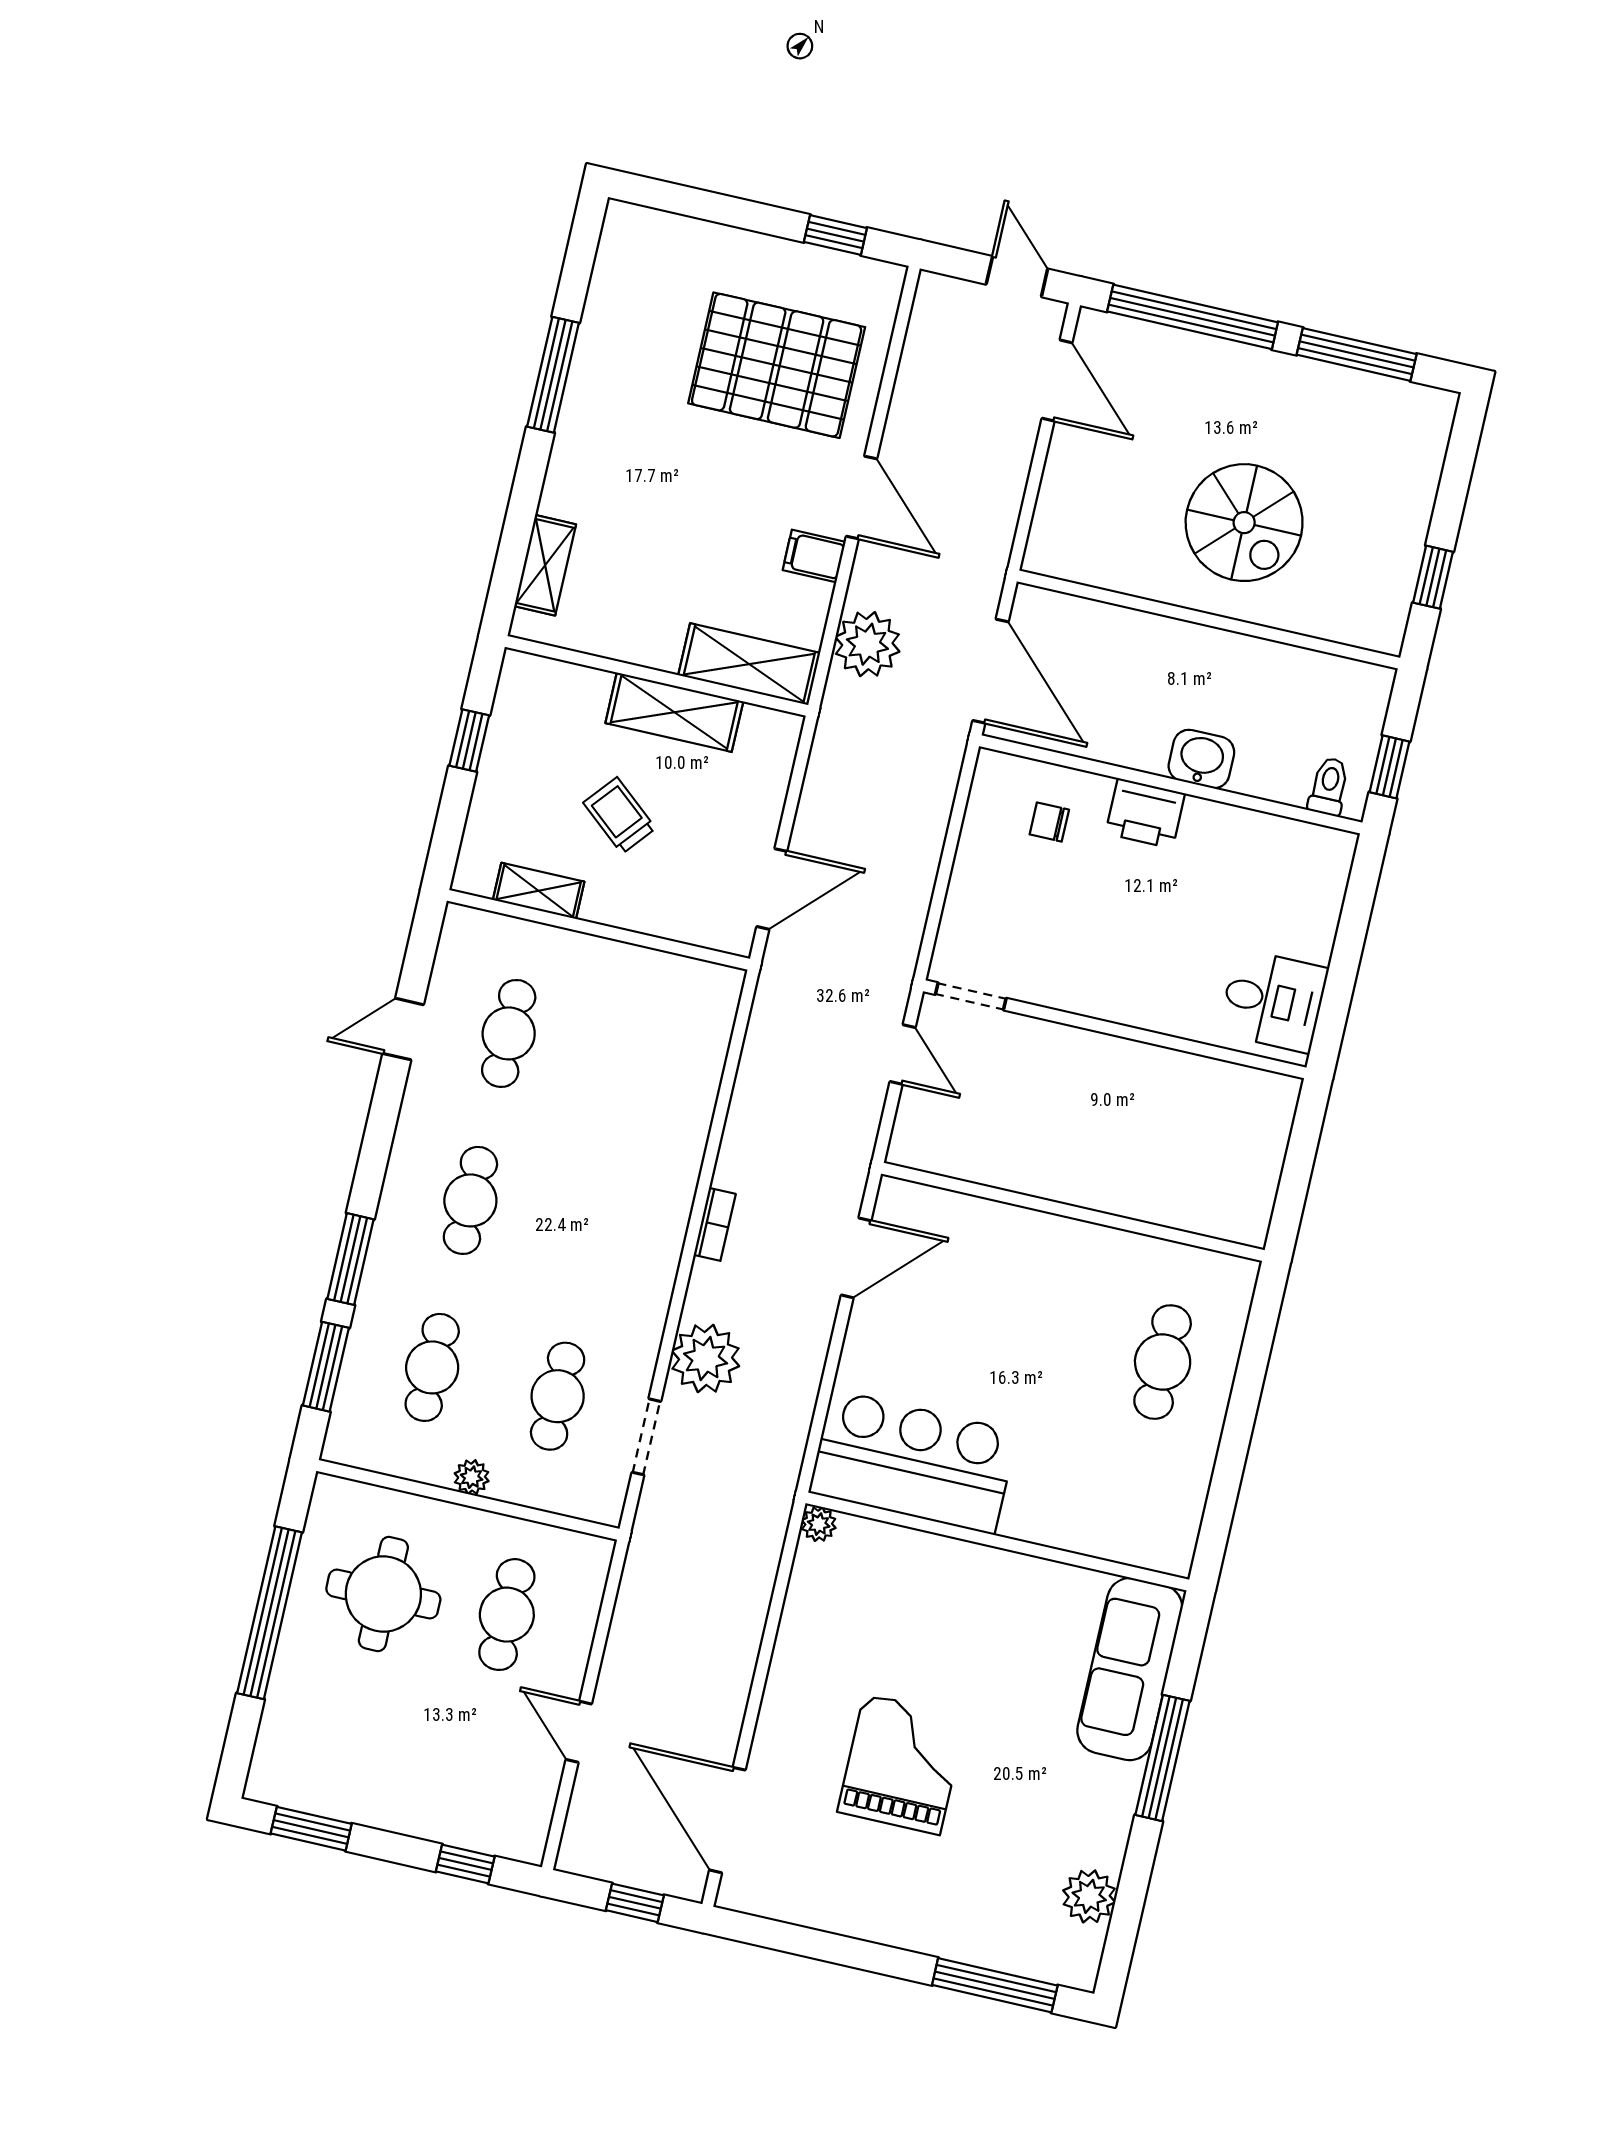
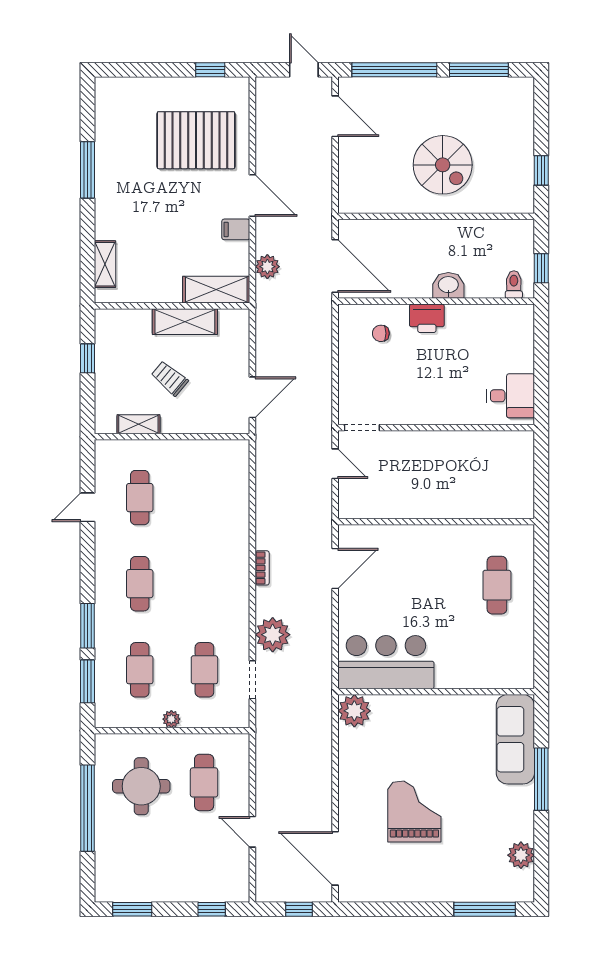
plant: (867, 644) -> (267, 267), width x0.73, depth x0.73
plant: (819, 1524) -> (354, 711), width x1.88, depth x1.88

